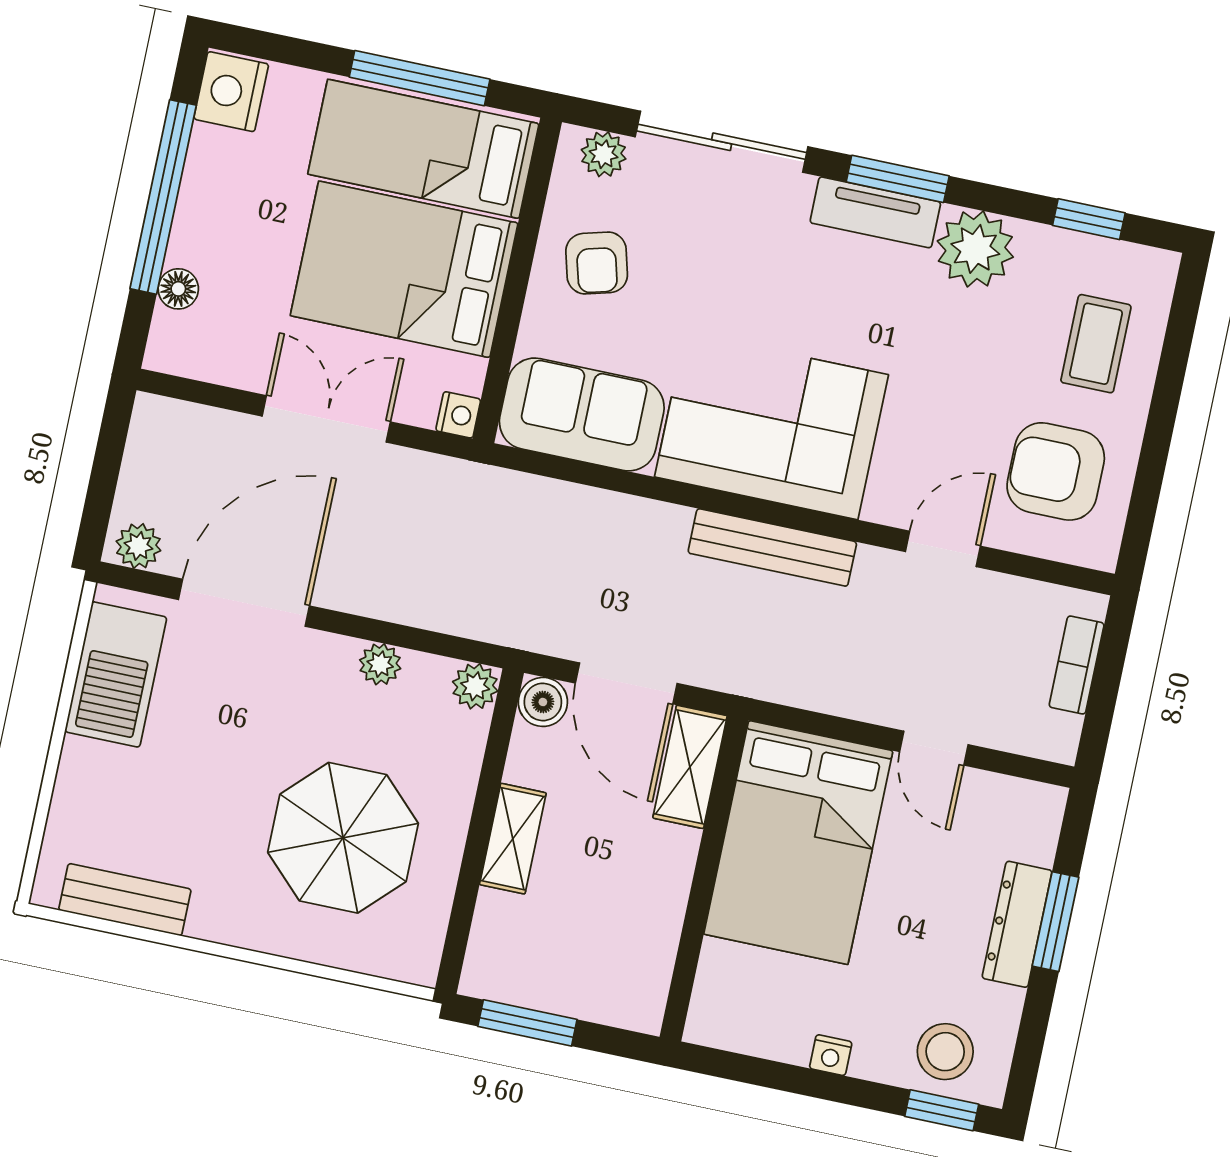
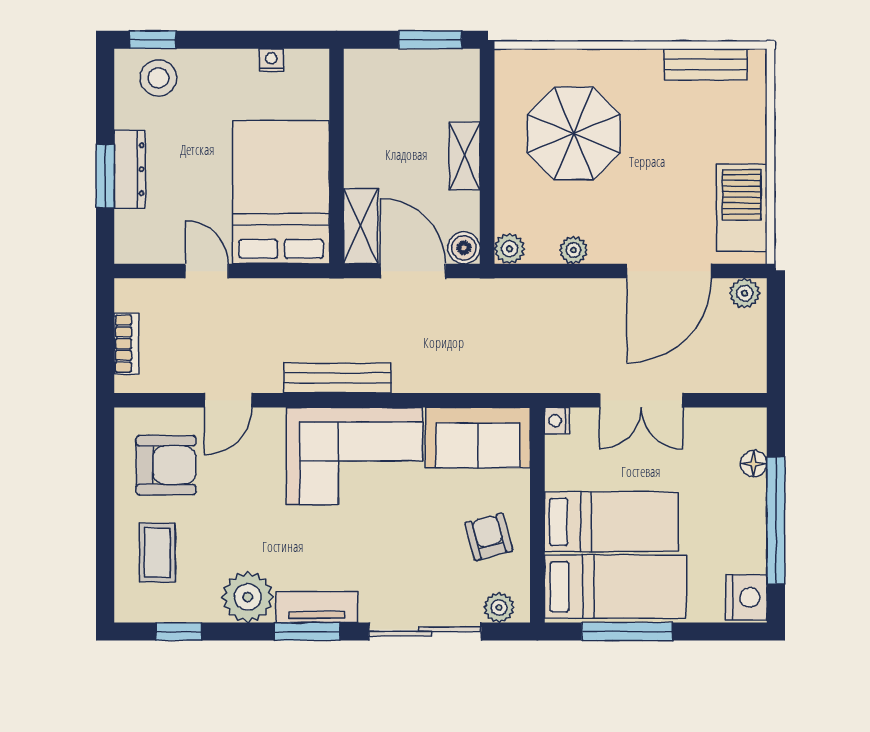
bed: (404, 269) -> (611, 522), width x0.67
nightstand: (831, 1055) -> (271, 60), moved

